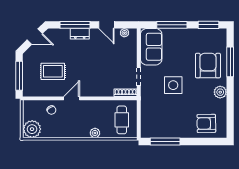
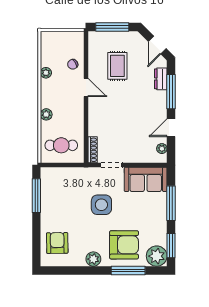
dresser: (80, 34) -> (161, 79), moved
plant: (218, 37) -> (157, 256), added
plant: (32, 129) -> (46, 73), moved, width x0.53, depth x0.53

